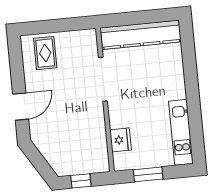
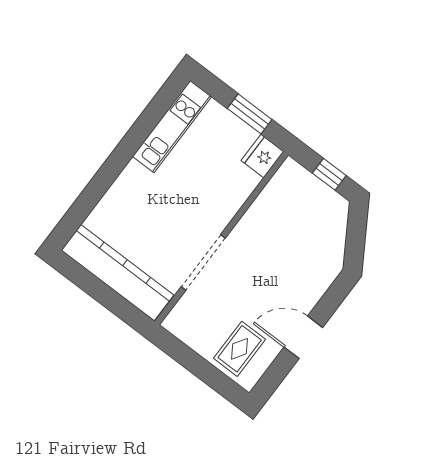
door: (21, 107) -> (303, 337), moved
fridge: (121, 140) -> (262, 156), moved

